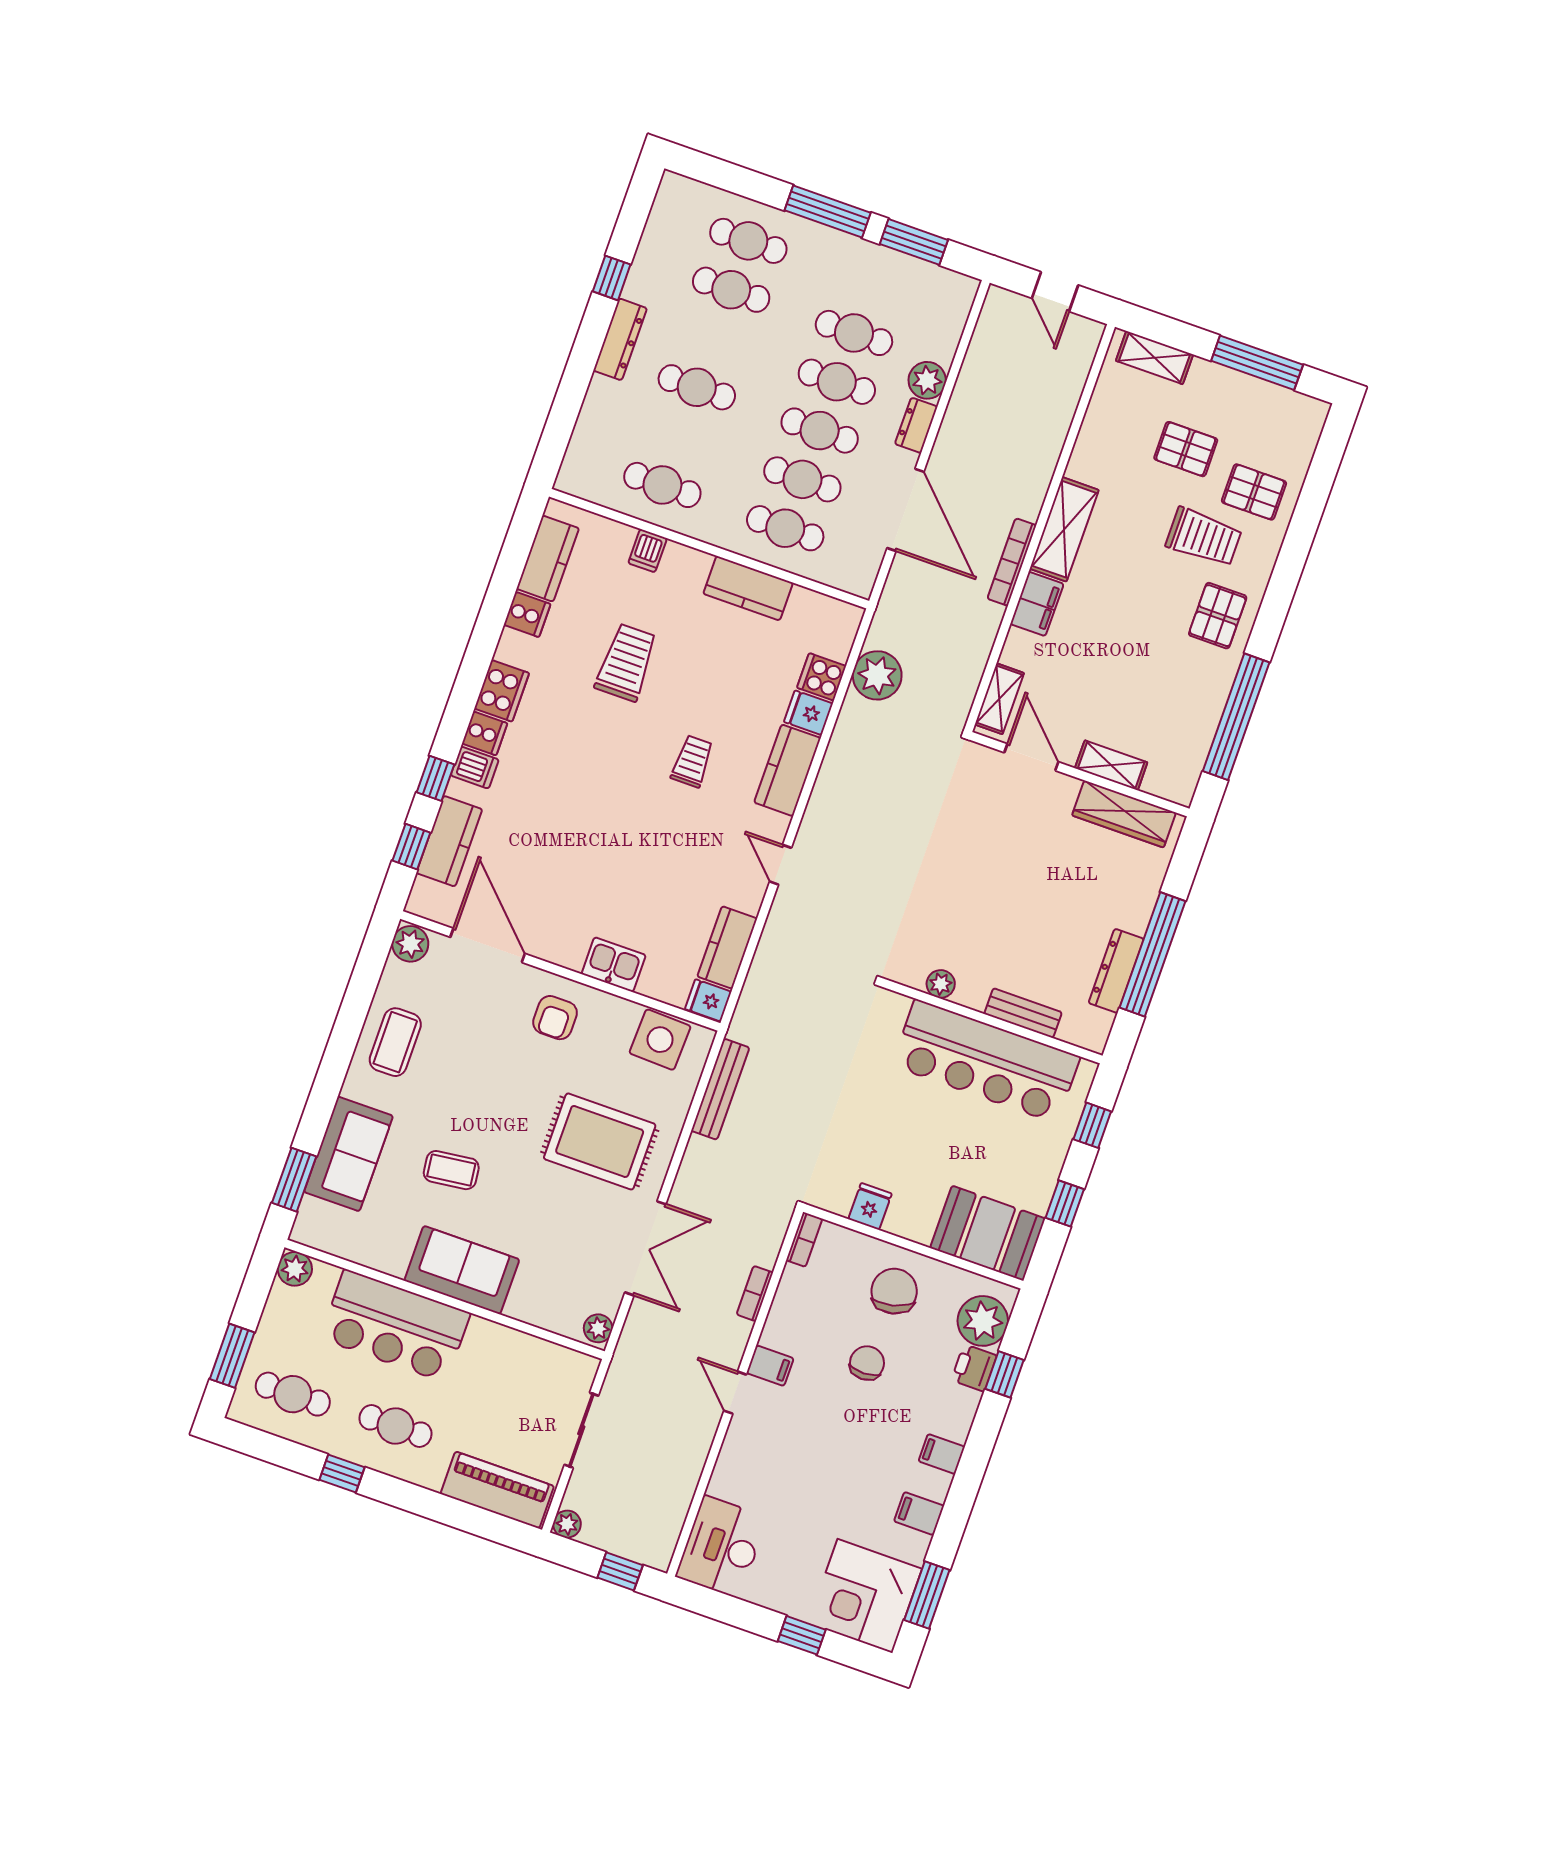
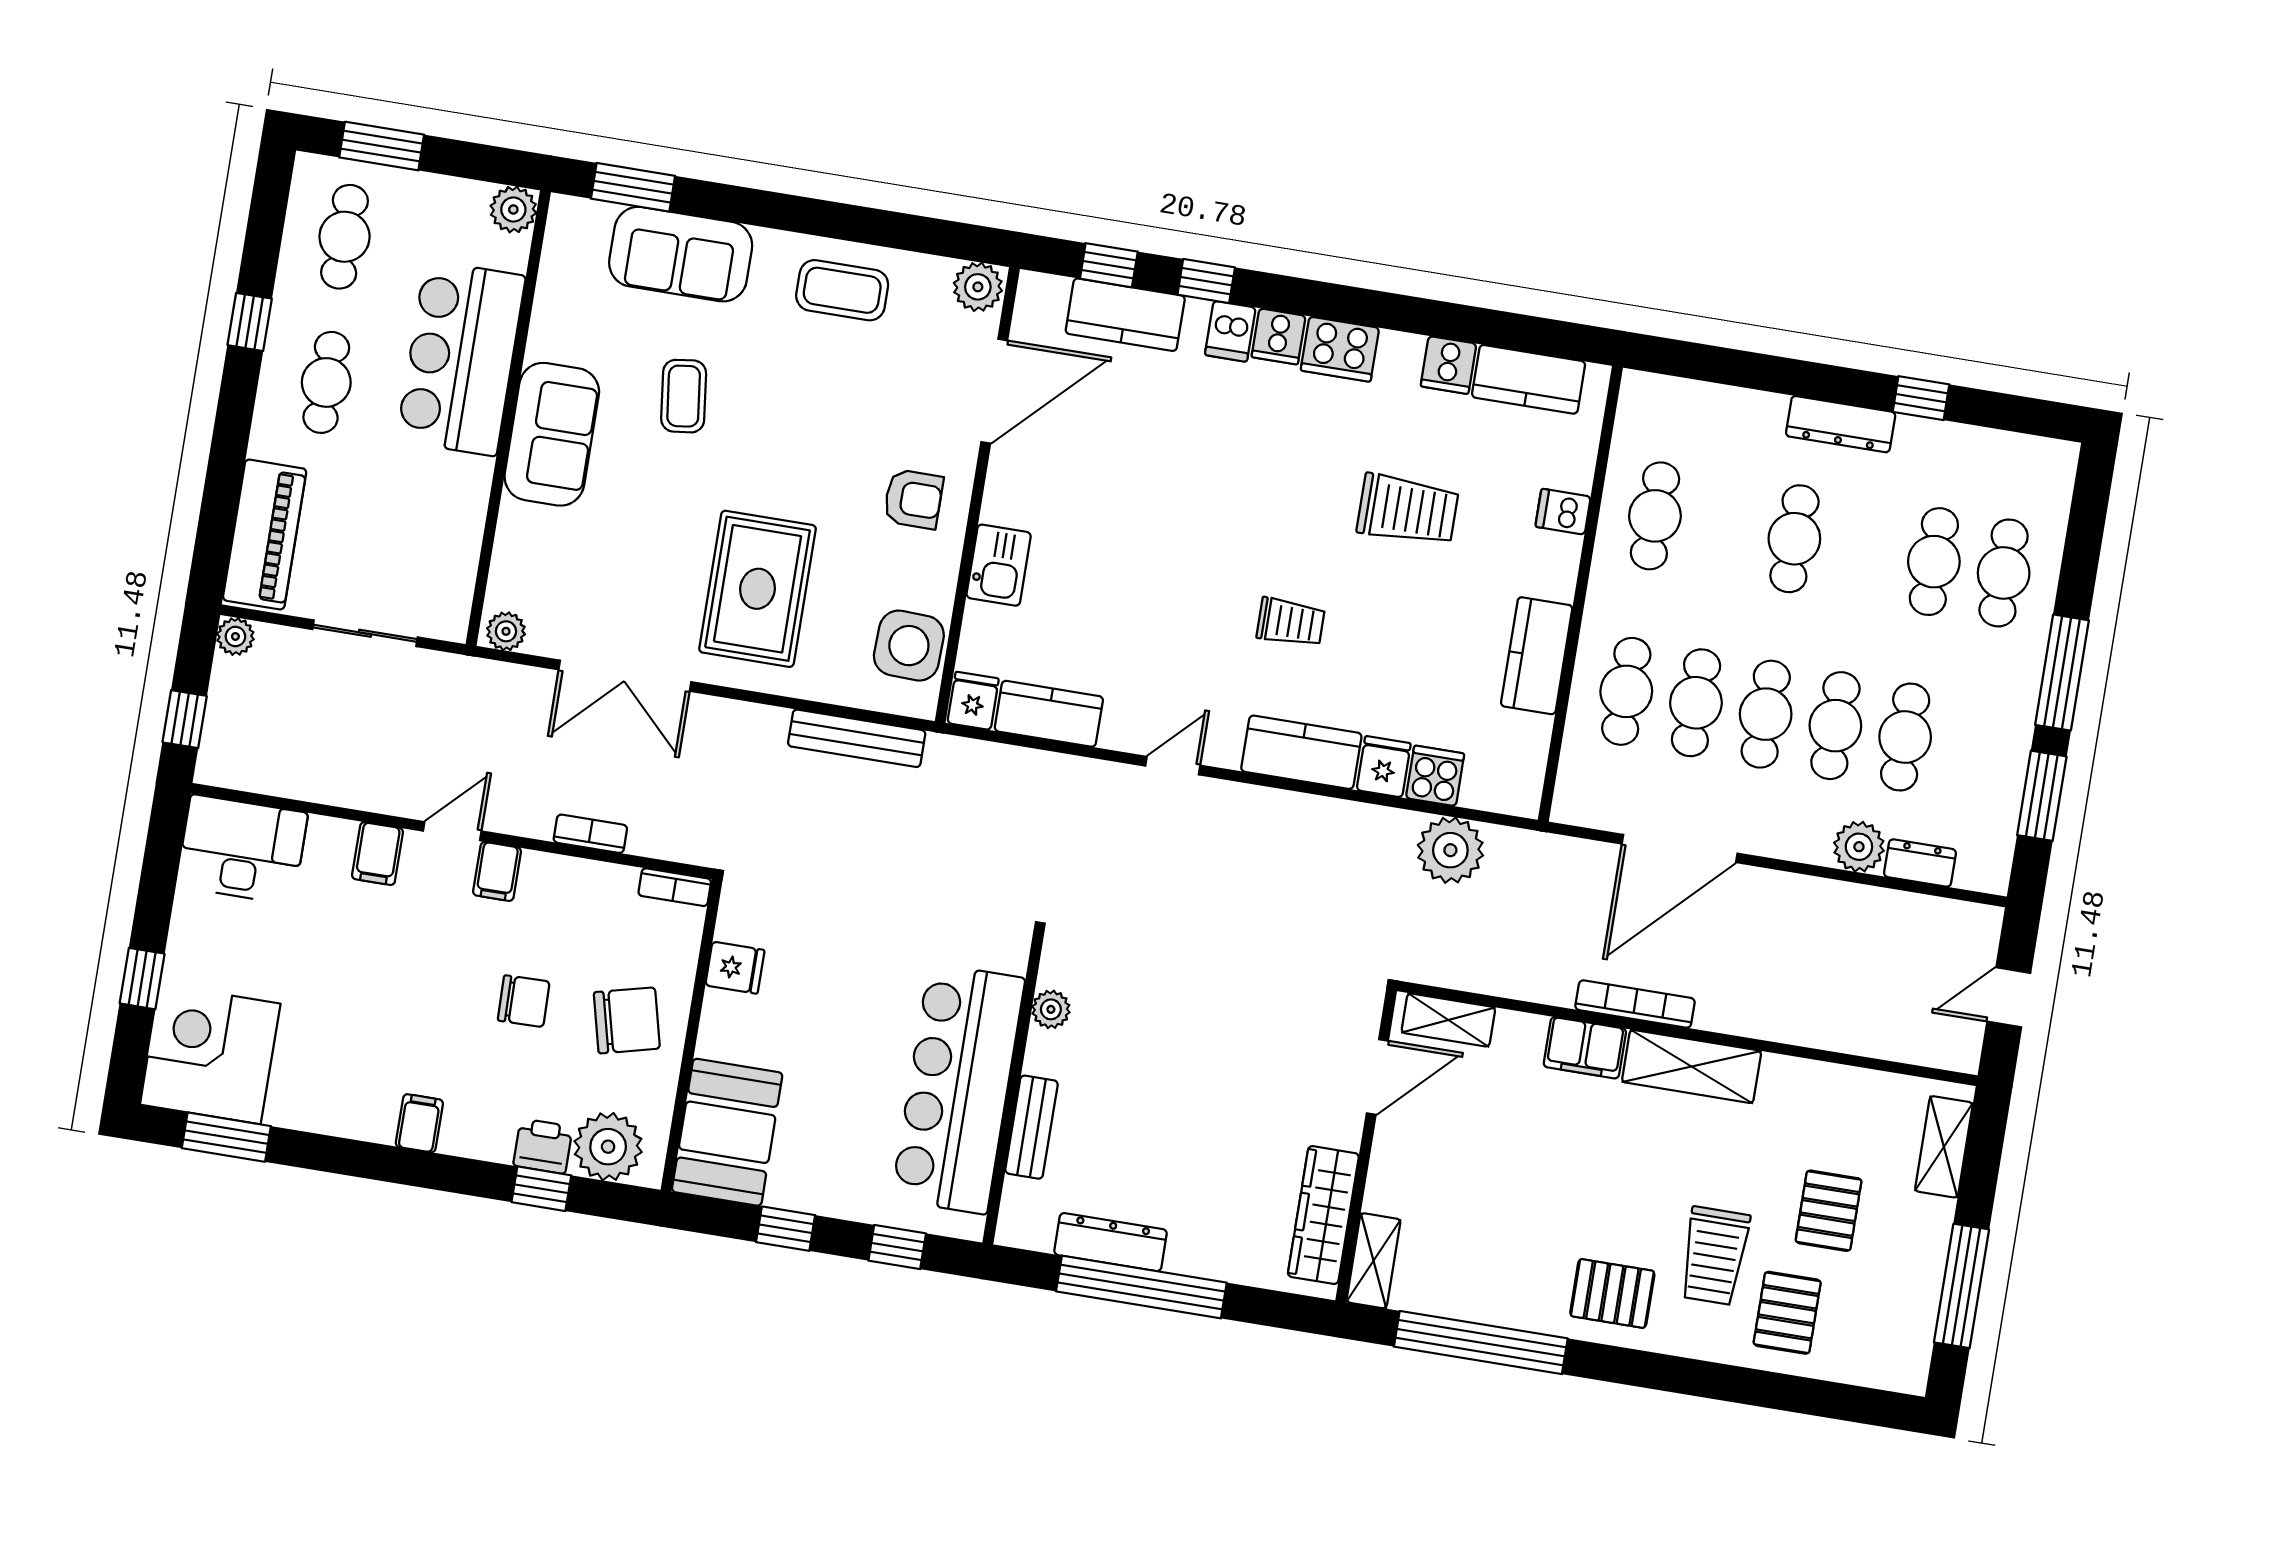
dresser: (916, 425) -> (1920, 863), moved
shelving: (1111, 765) -> (1373, 1261), moved
armchair: (555, 1018) -> (913, 499), turned 180
filing cabinet: (919, 1514) -> (378, 854), moved, turned 180

